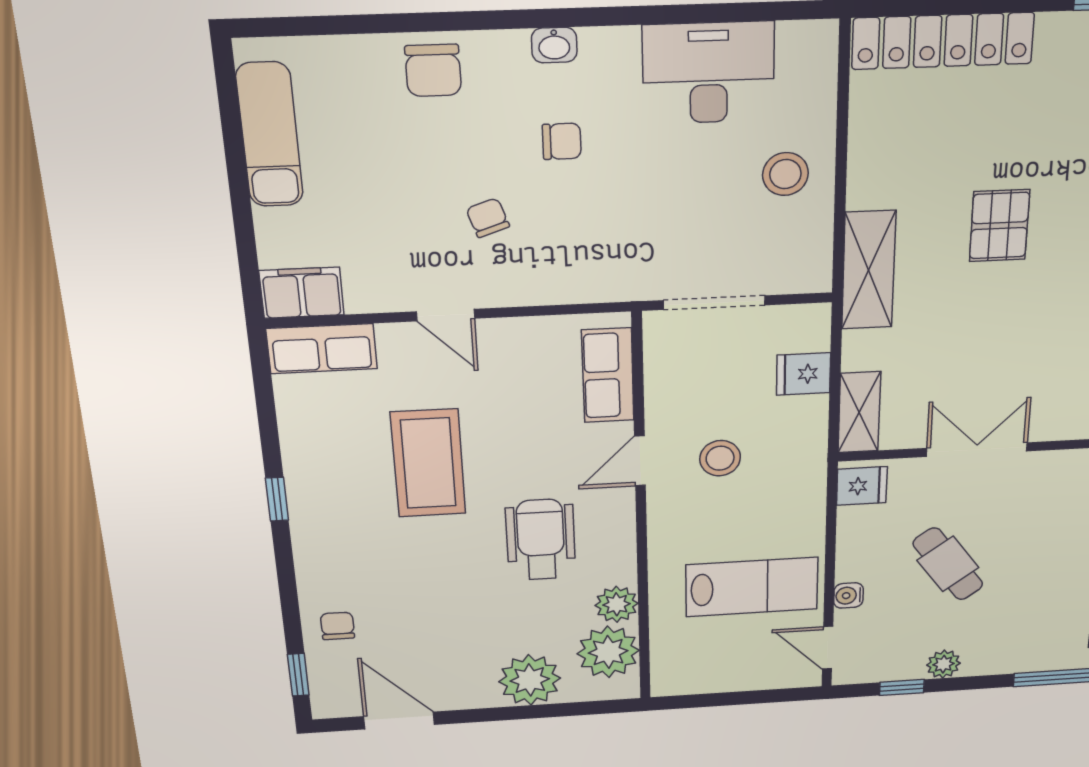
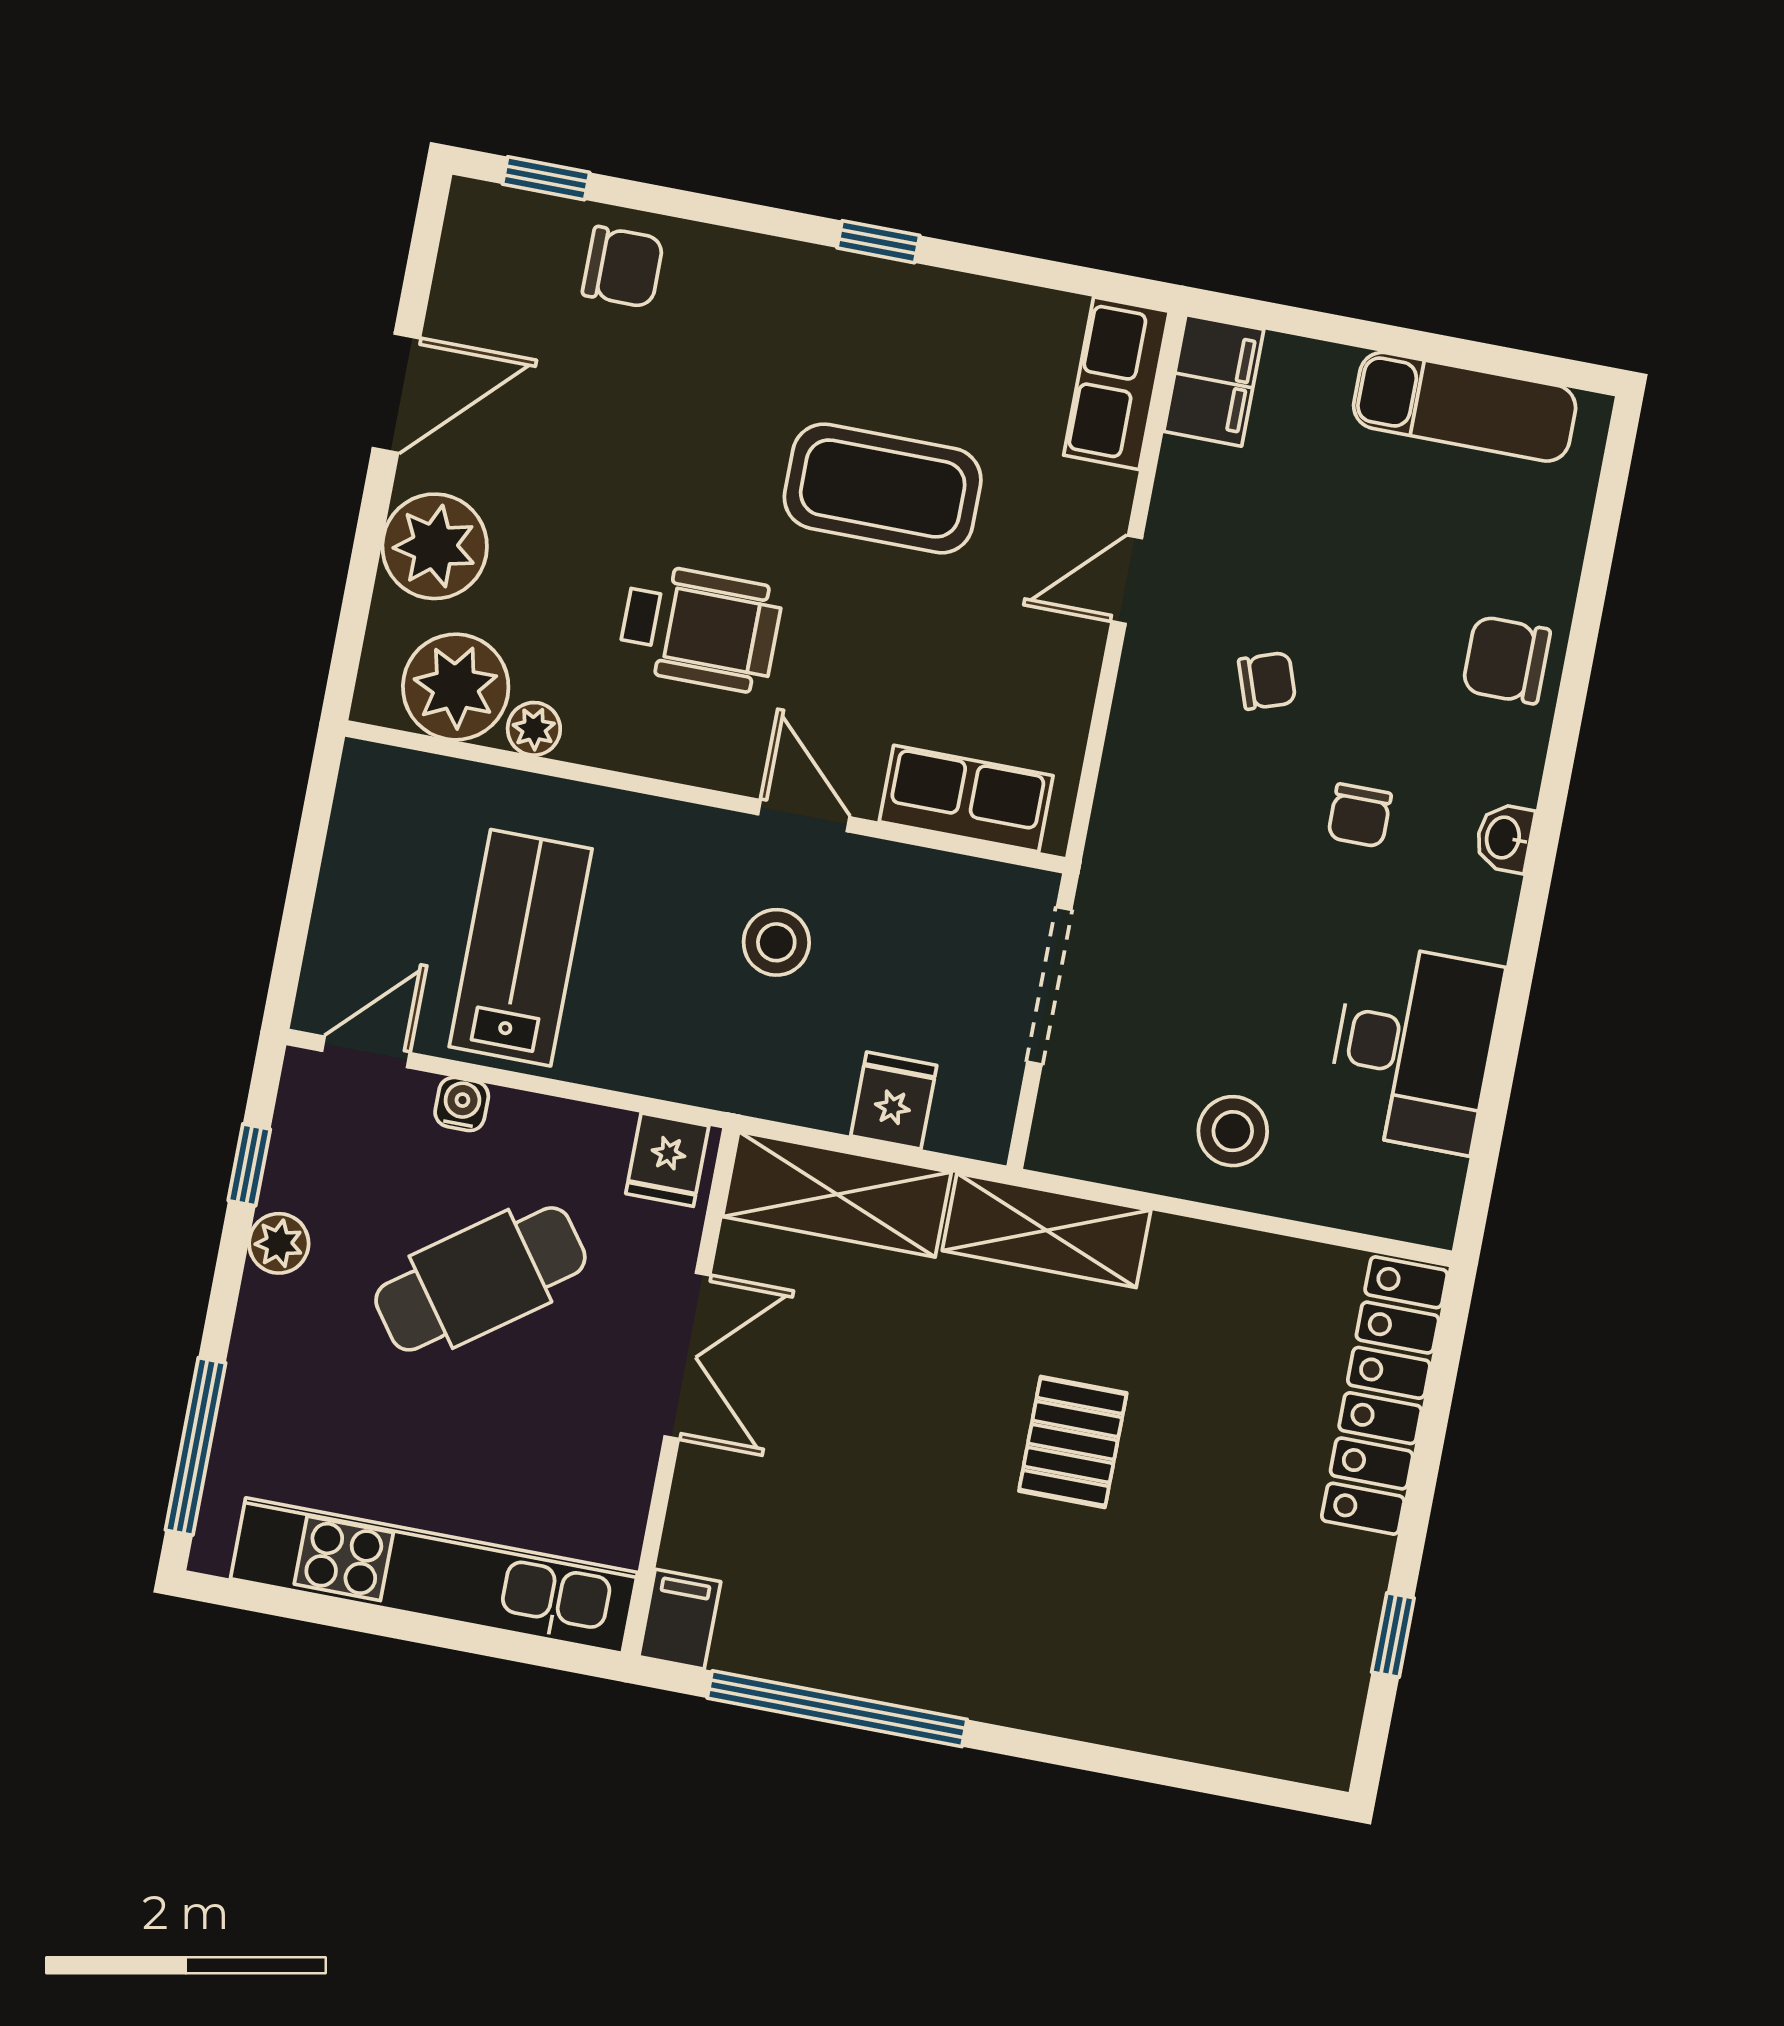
pallet: (1000, 226) -> (1073, 1442), turned 90
shelving: (859, 412) -> (837, 1194), width x1.50, depth x1.33
cafe table: (948, 564) -> (480, 1279), width x1.37, depth x1.35
lab bench: (752, 587) -> (521, 948), turned 180
plant: (617, 604) -> (534, 729), width x0.73, depth x0.73
chair: (337, 626) -> (623, 267), width x1.37, depth x1.37
door: (399, 721) -> (396, 393), moved

